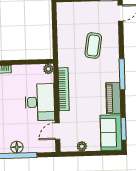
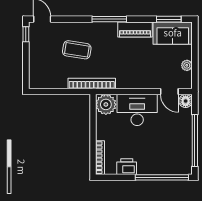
plant: (48, 69) -> (106, 104), width x1.87, depth x1.87
bookcase: (64, 89) -> (92, 84), moved
floor lamp: (17, 147) -> (186, 101), moved

